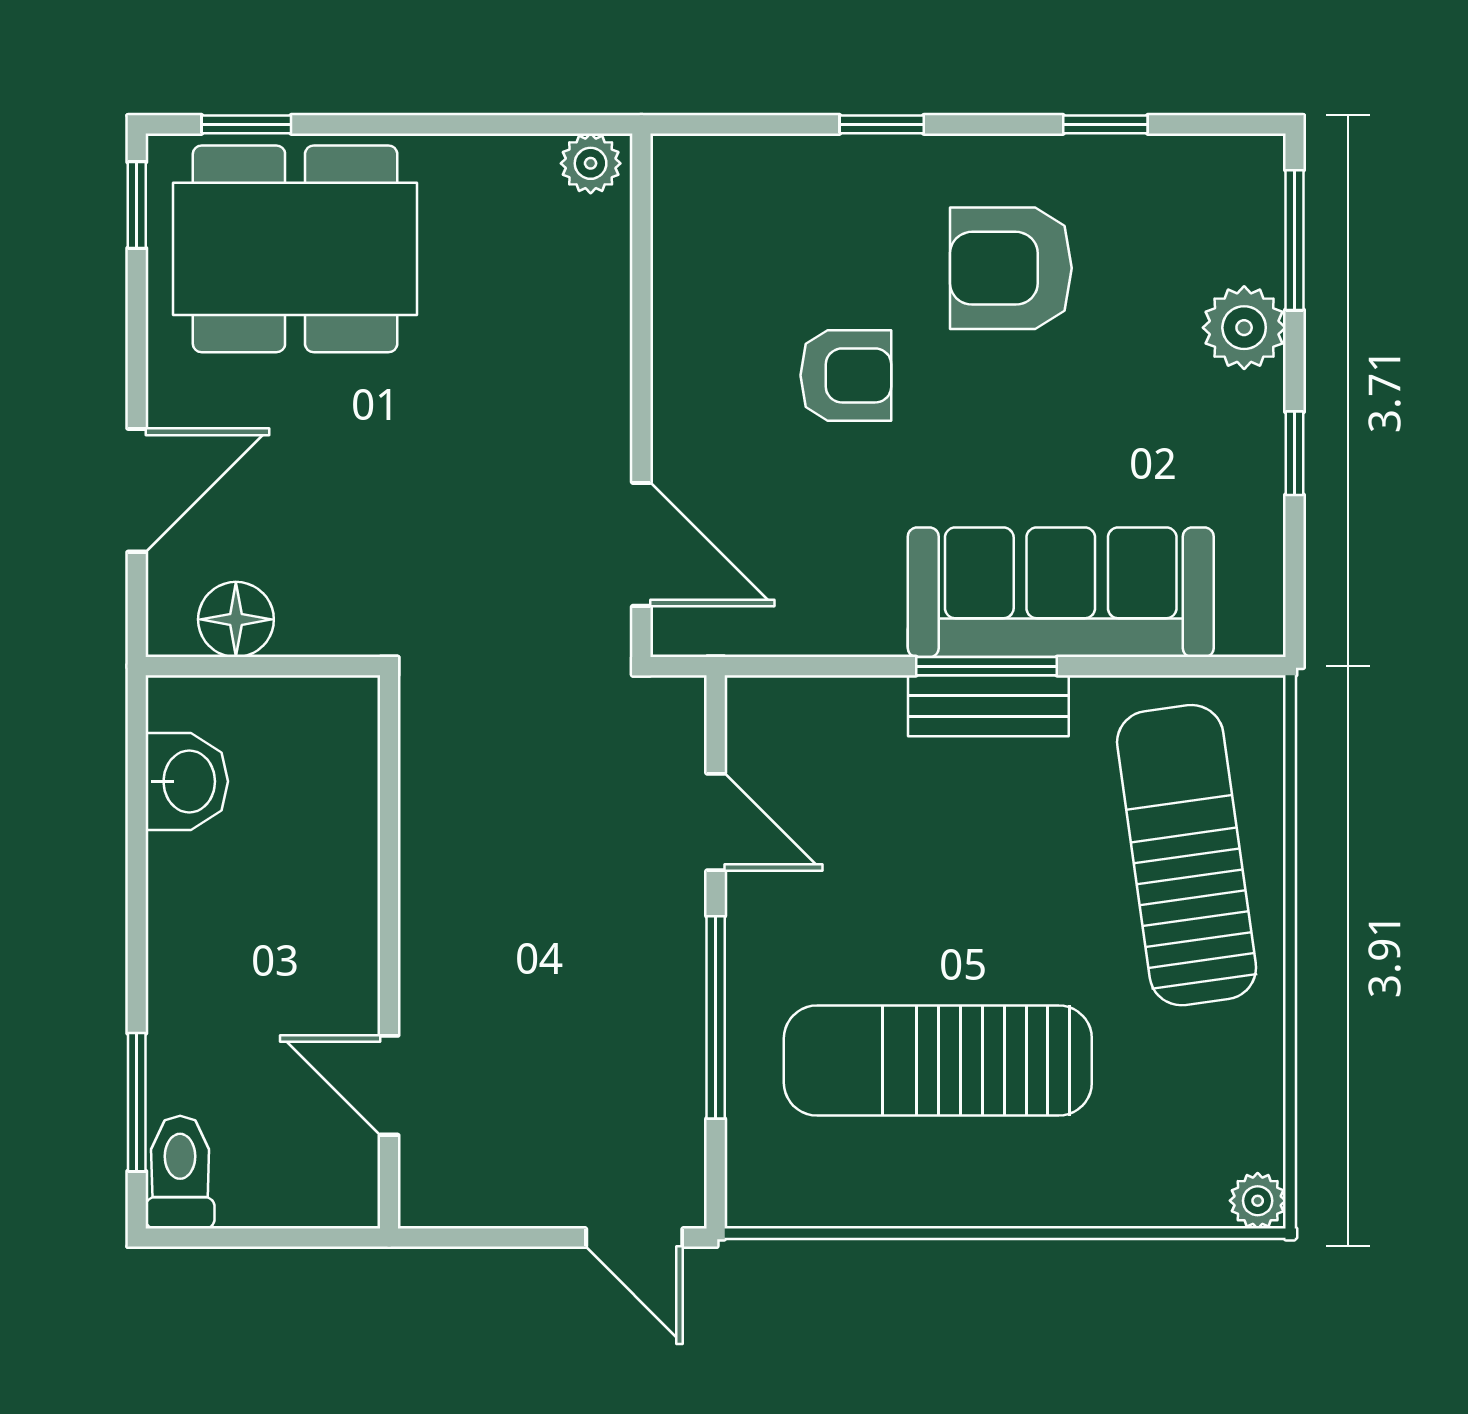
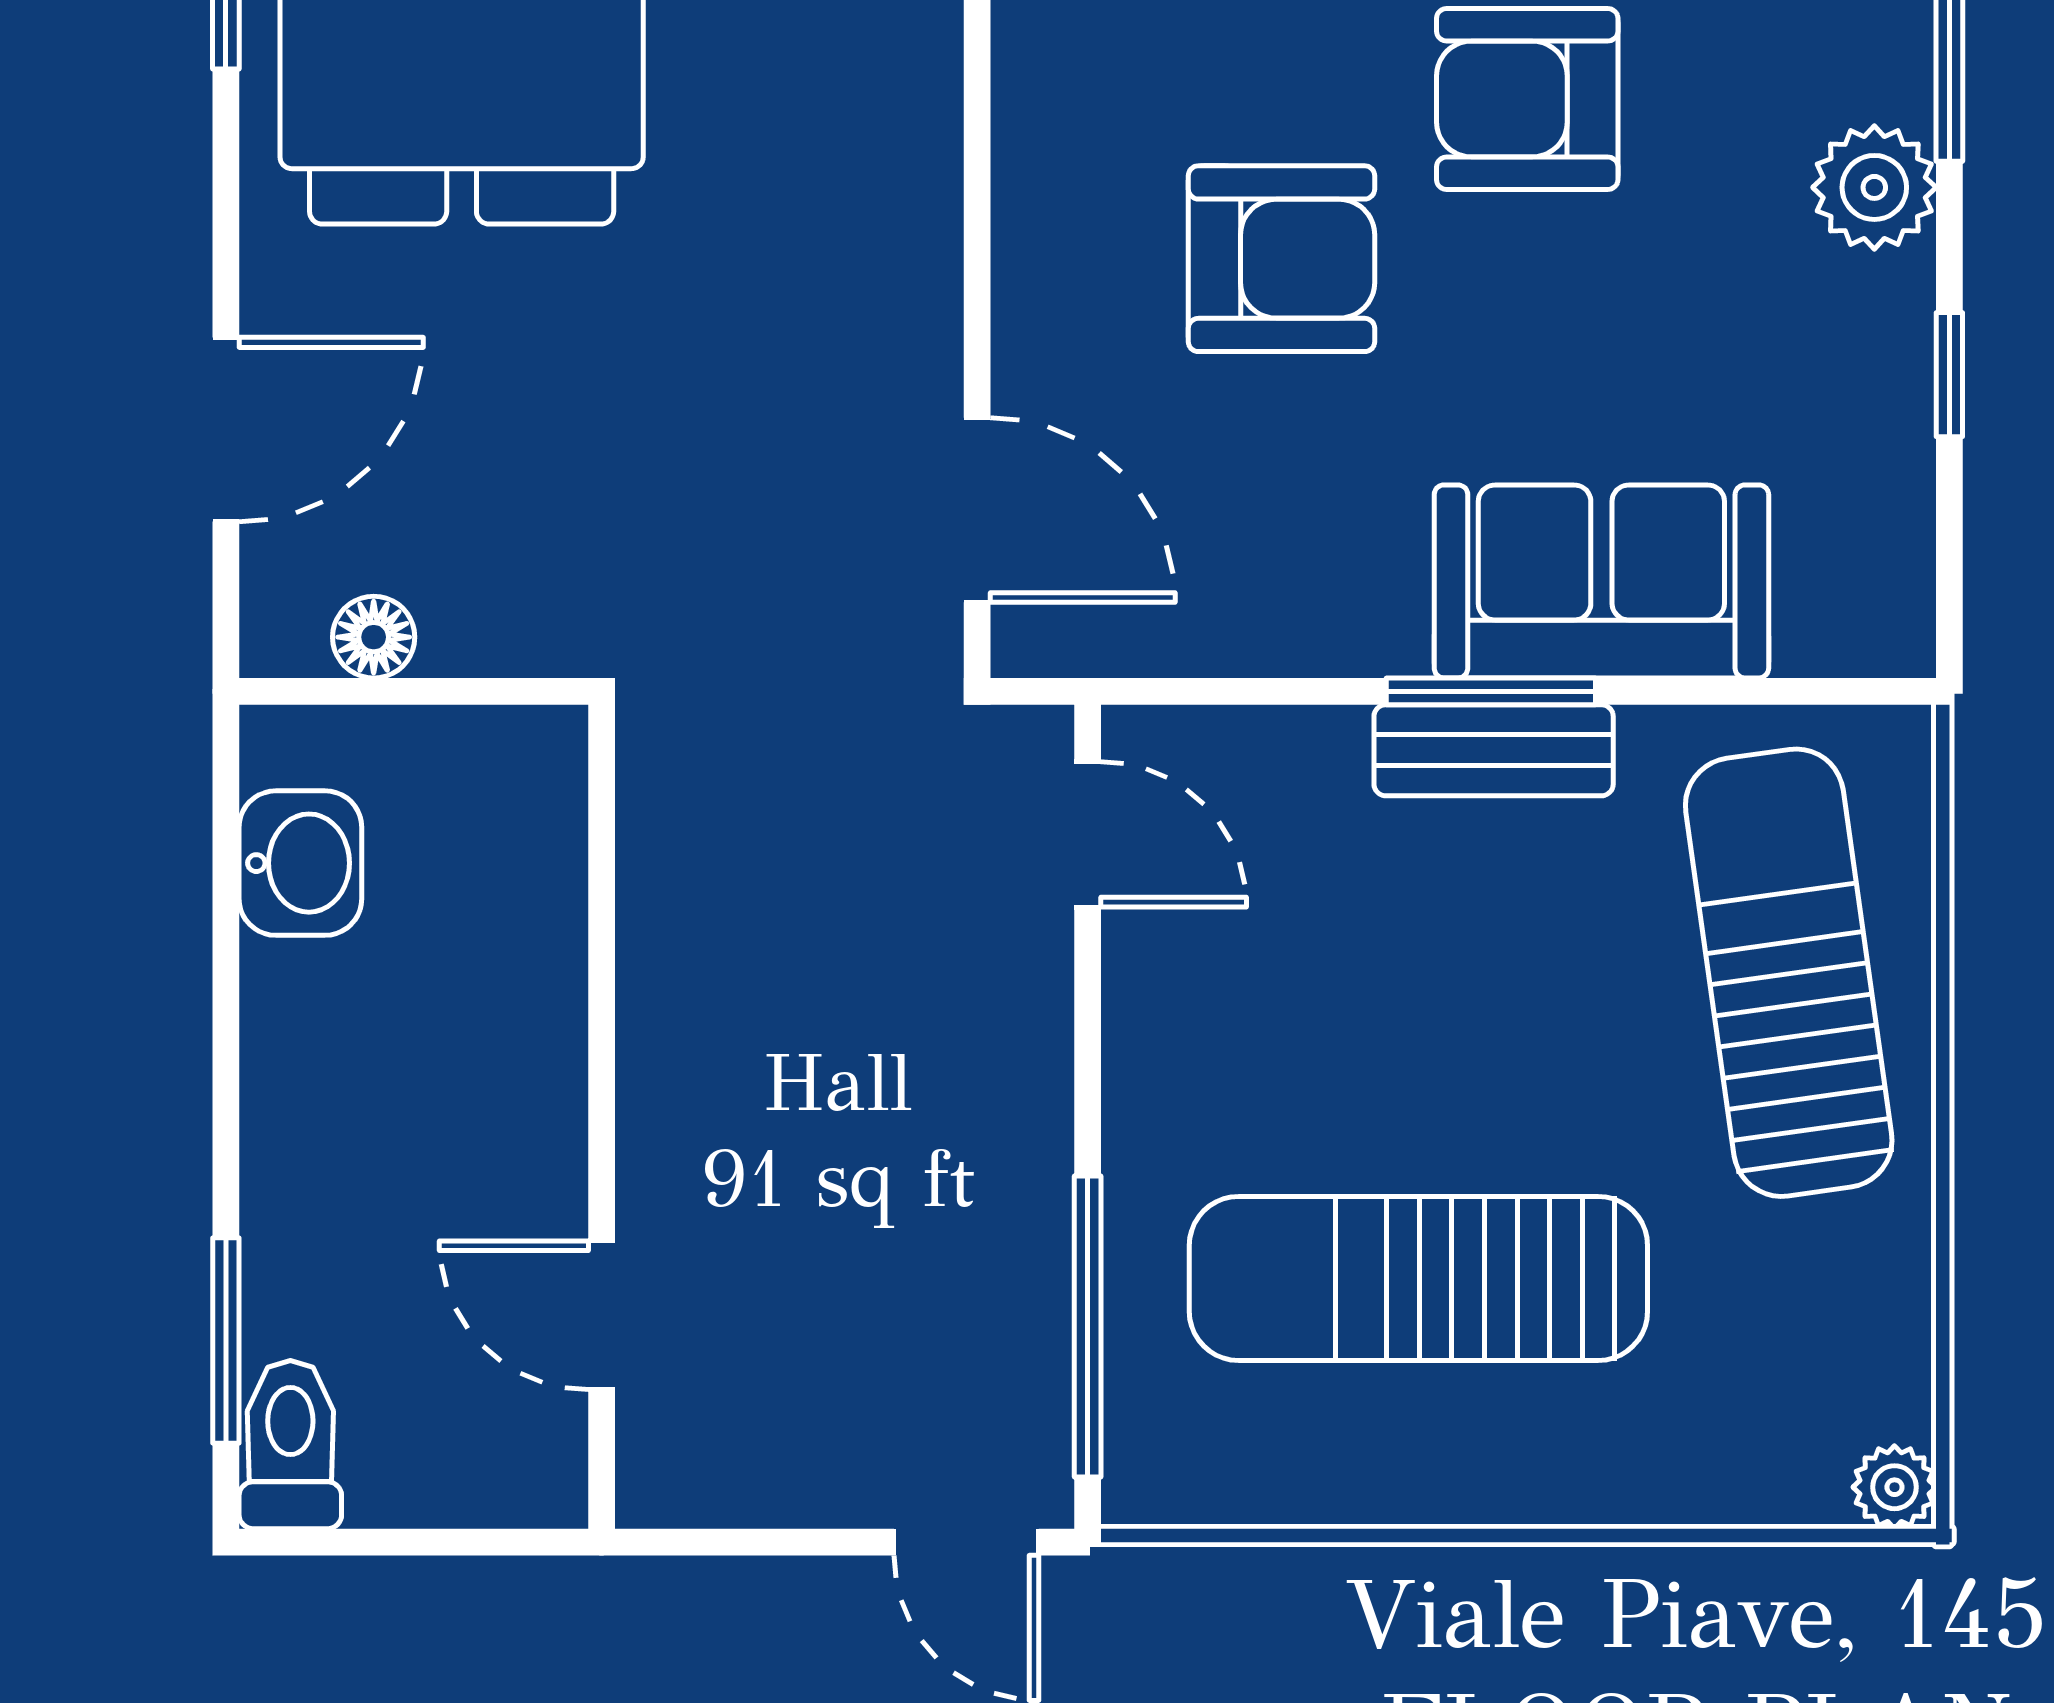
armchair: (846, 375) -> (1282, 259), width x1.38, depth x1.38
sofa: (1061, 592) -> (1601, 581), width x0.73
floor lamp: (236, 619) -> (374, 637), width x0.73, depth x0.73
door: (716, 822) -> (1088, 834), moved
window: (716, 1017) -> (1088, 1327), moved

